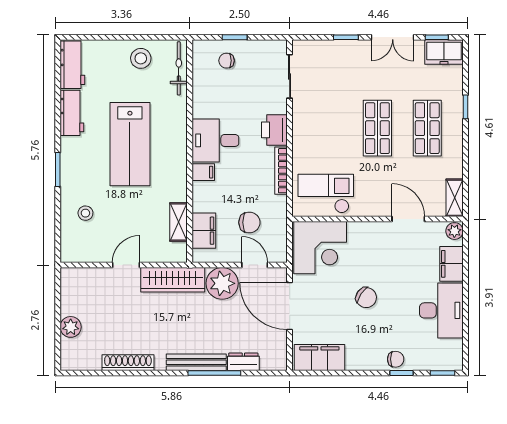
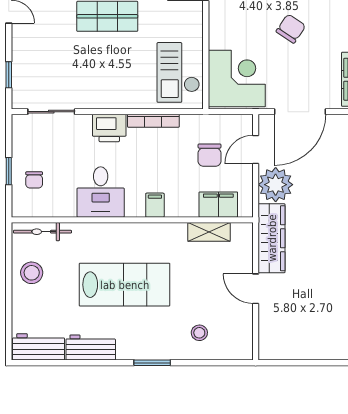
window: (346, 37) -> (9, 75), moved
desk: (215, 140) -> (101, 192), moved
chair: (249, 222) -> (209, 155), turned 180
plant: (71, 327) -> (323, 349), removed

